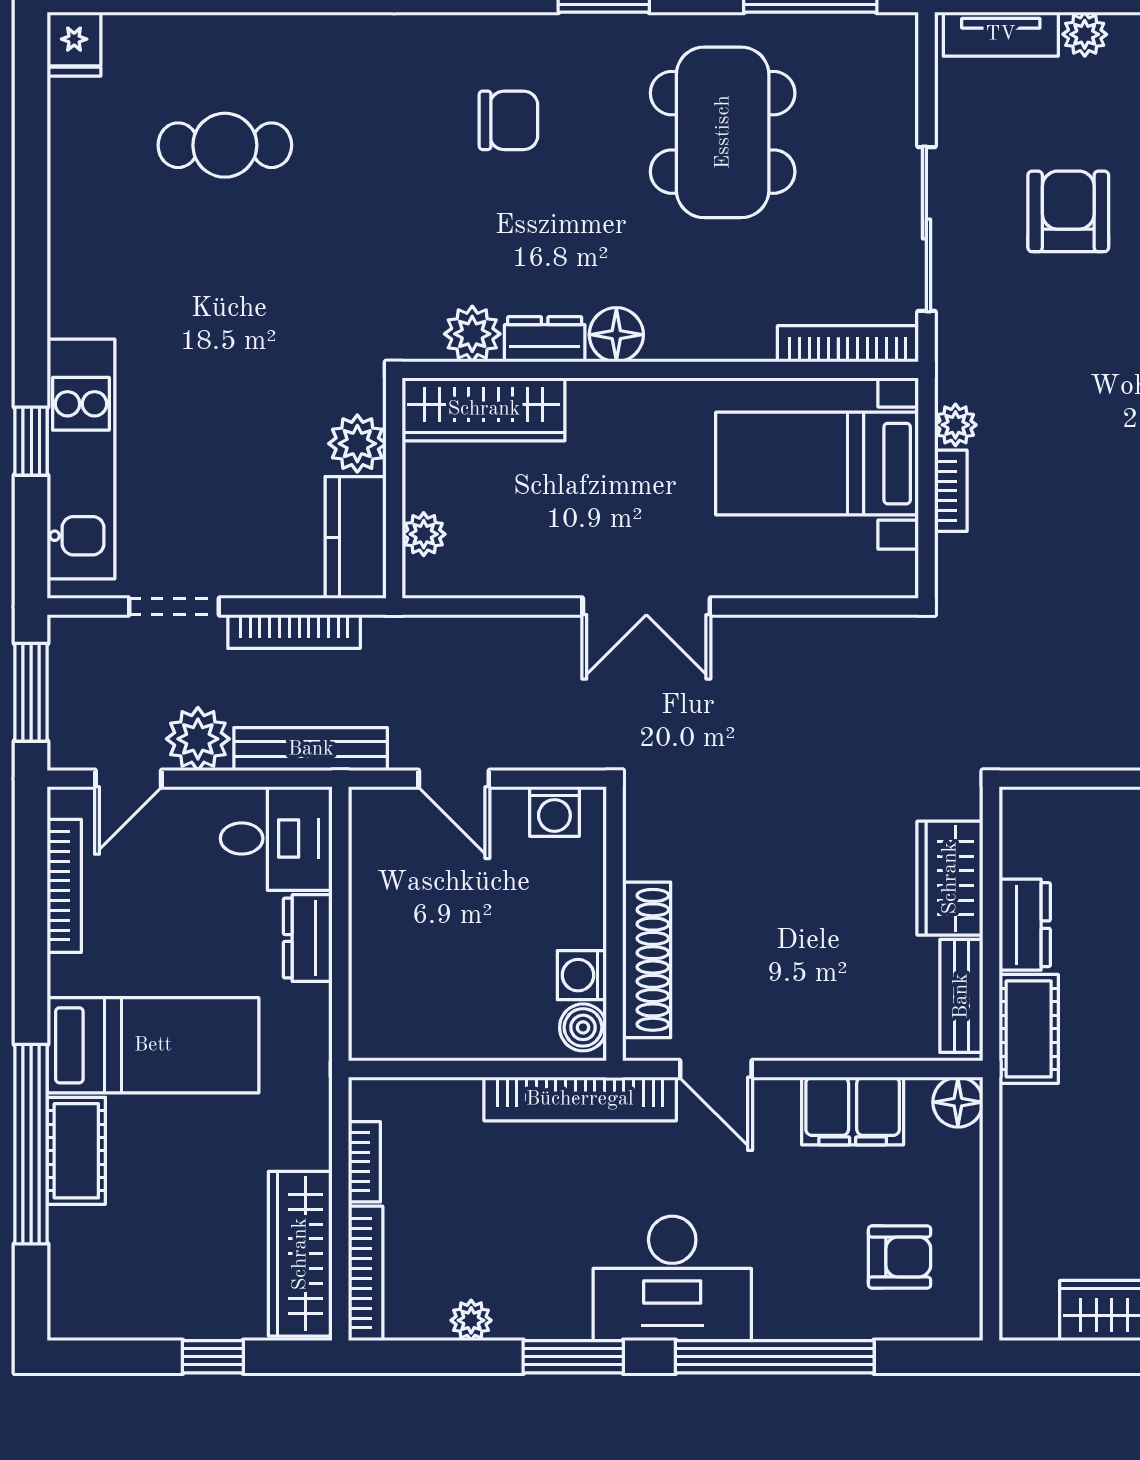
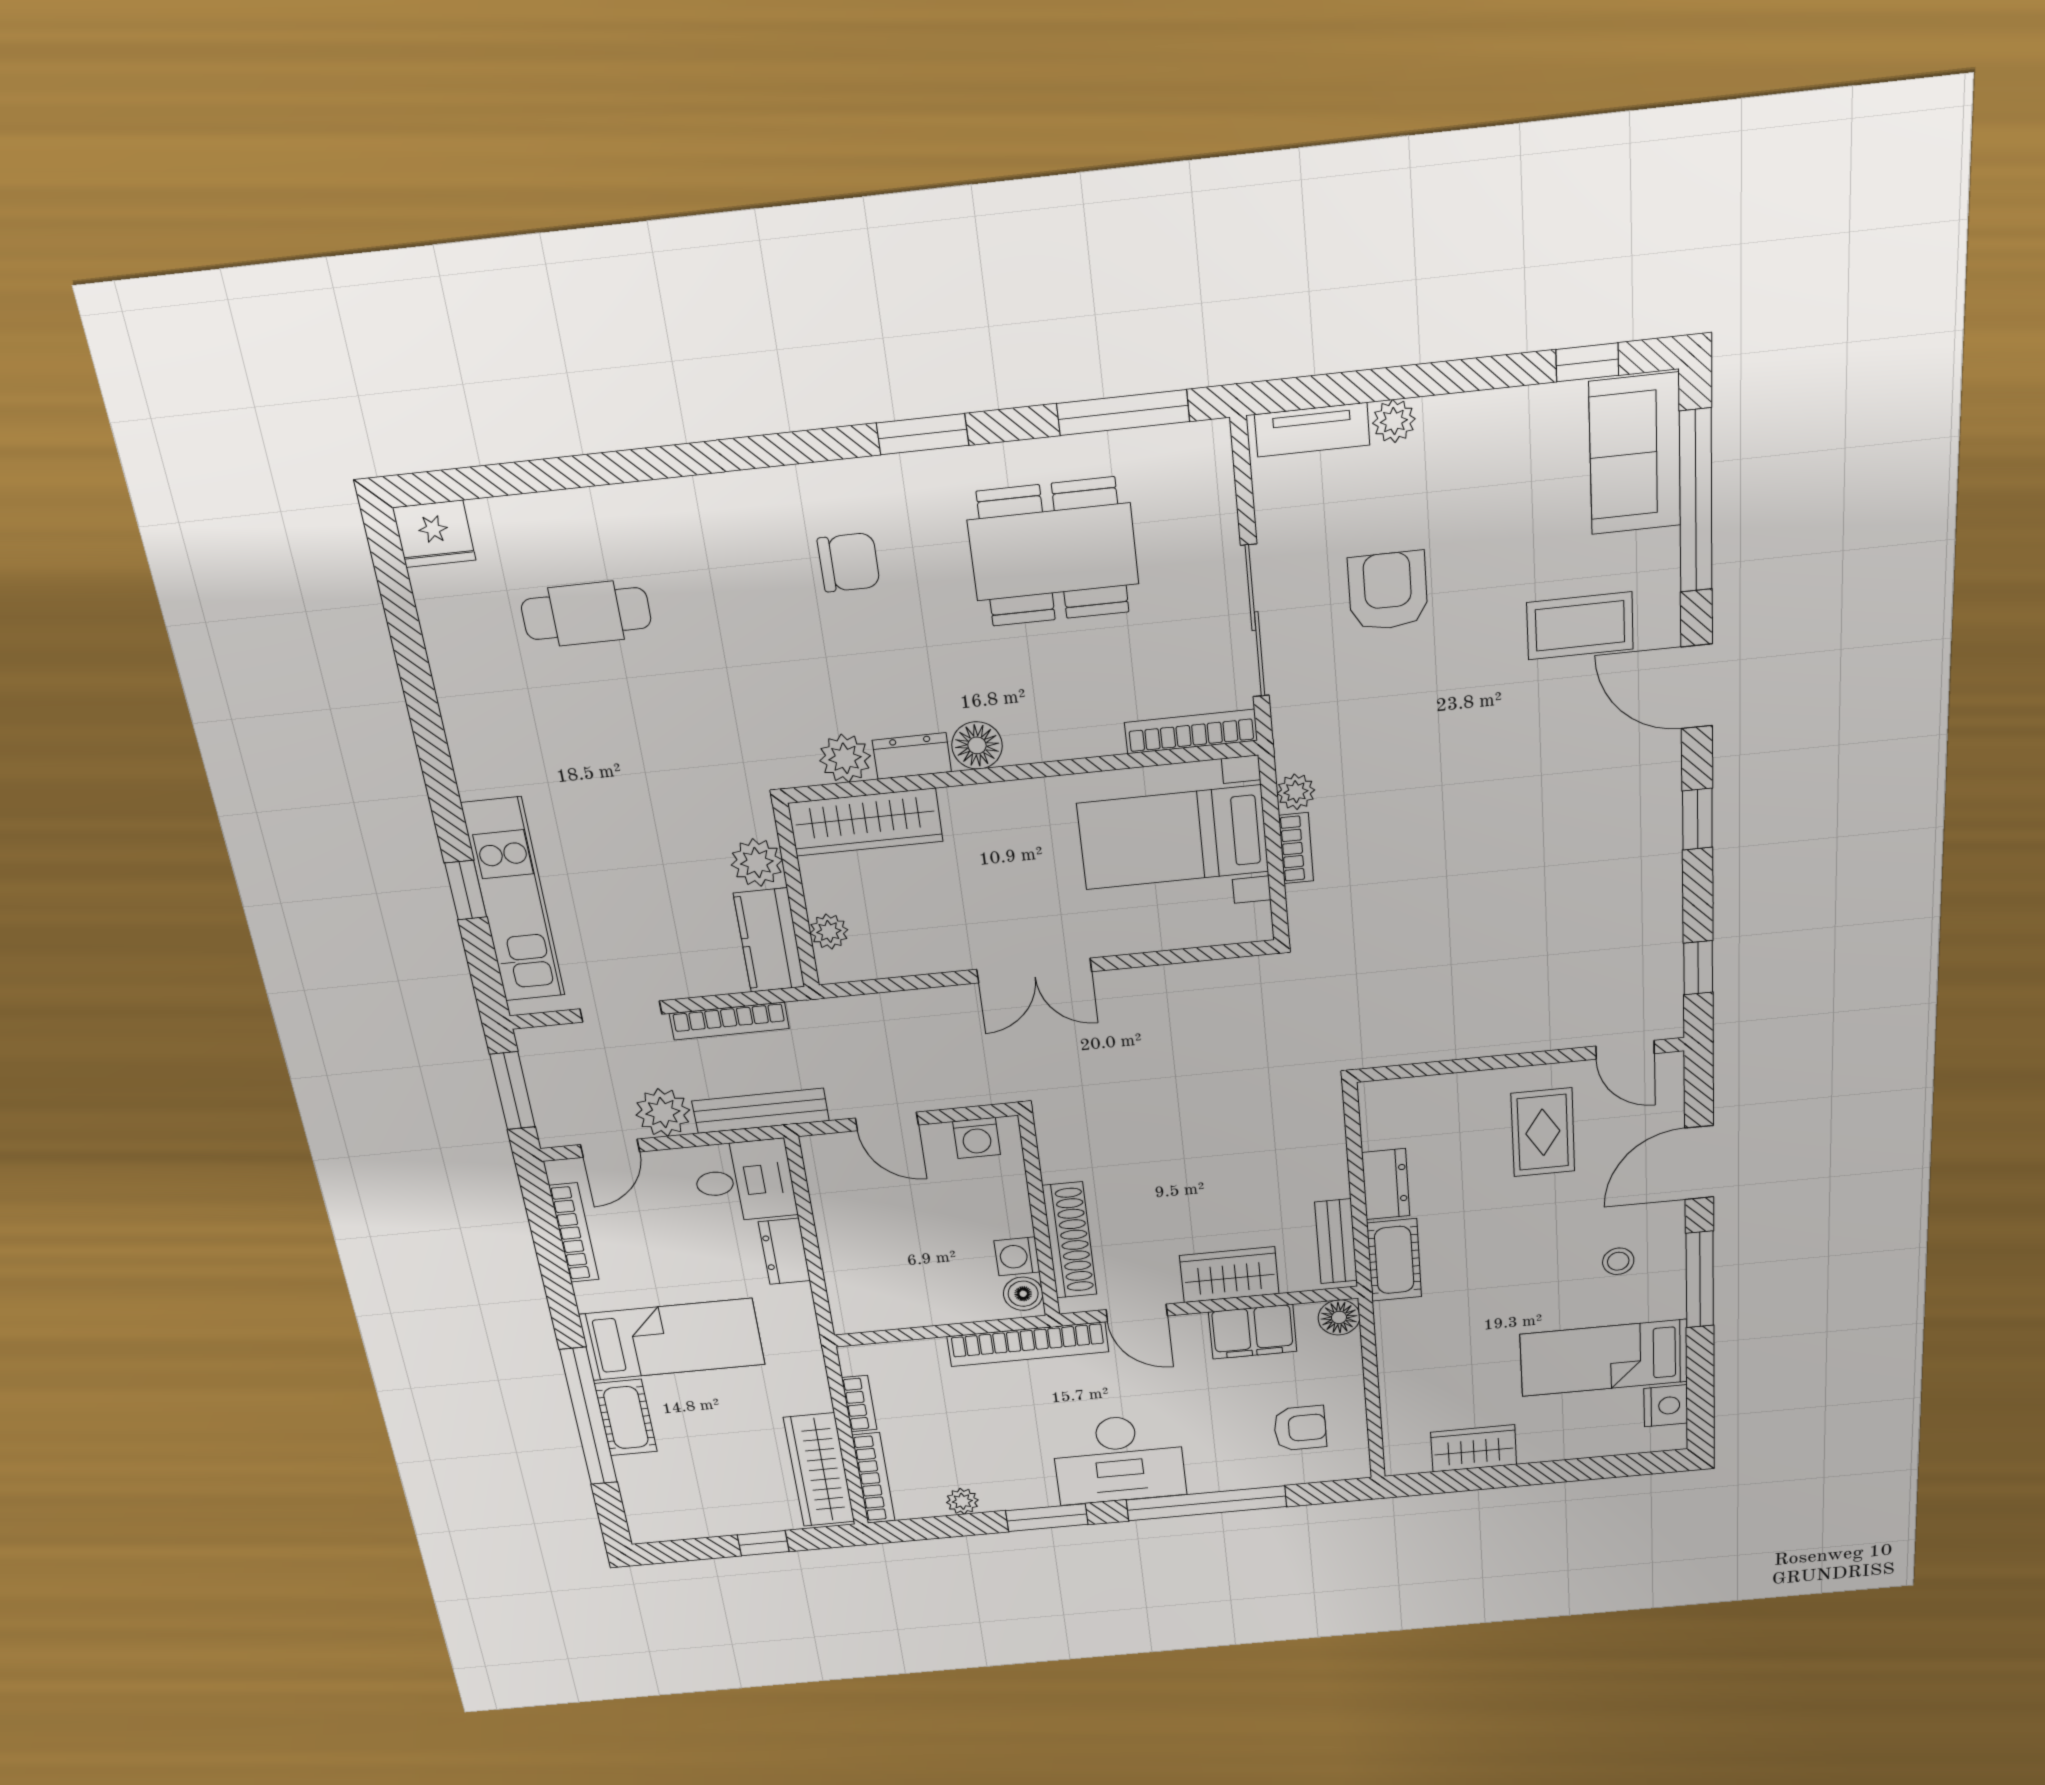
fridge: (74, 44) -> (434, 534), width x1.38
dining table: (723, 132) -> (1053, 552), turned 90
wardrobe: (950, 878) -> (1229, 1275), moved, turned 90

